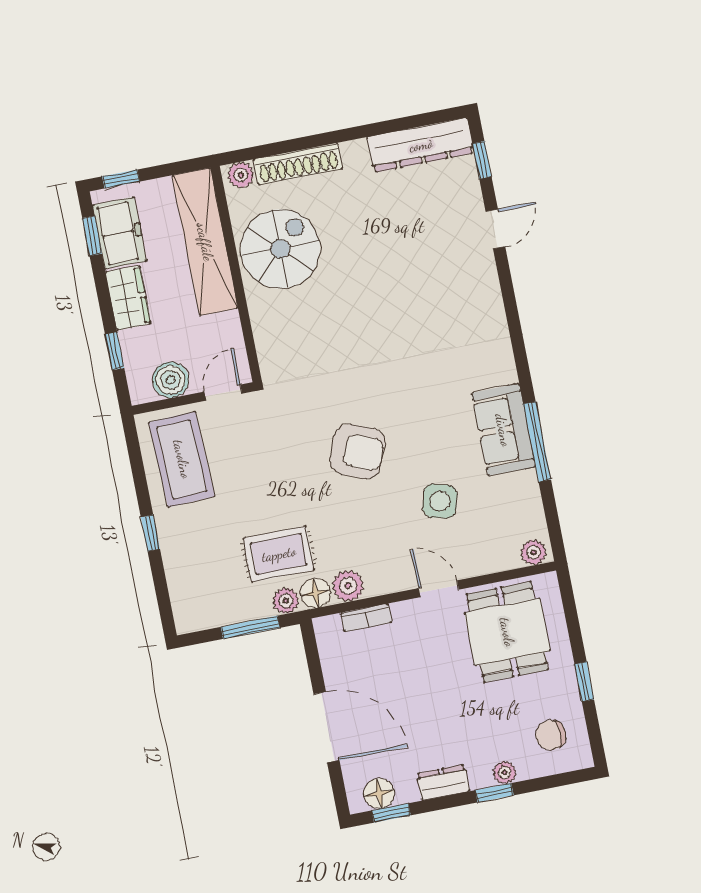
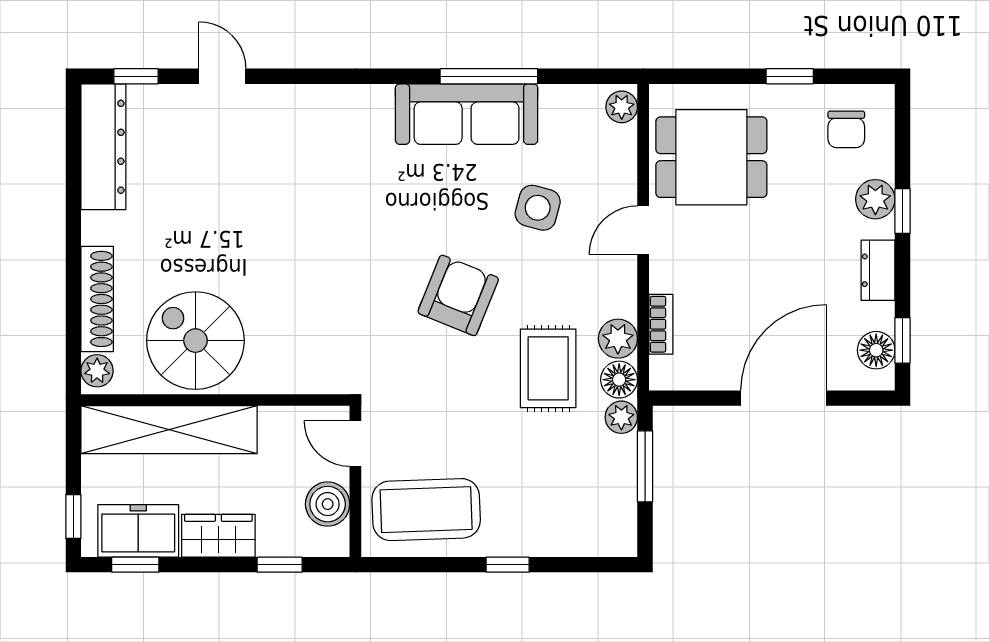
sofa: (503, 430) -> (467, 114), width x1.36
rug: (279, 554) -> (548, 368), moved
plant: (505, 773) -> (875, 199), width x1.38, depth x1.38

